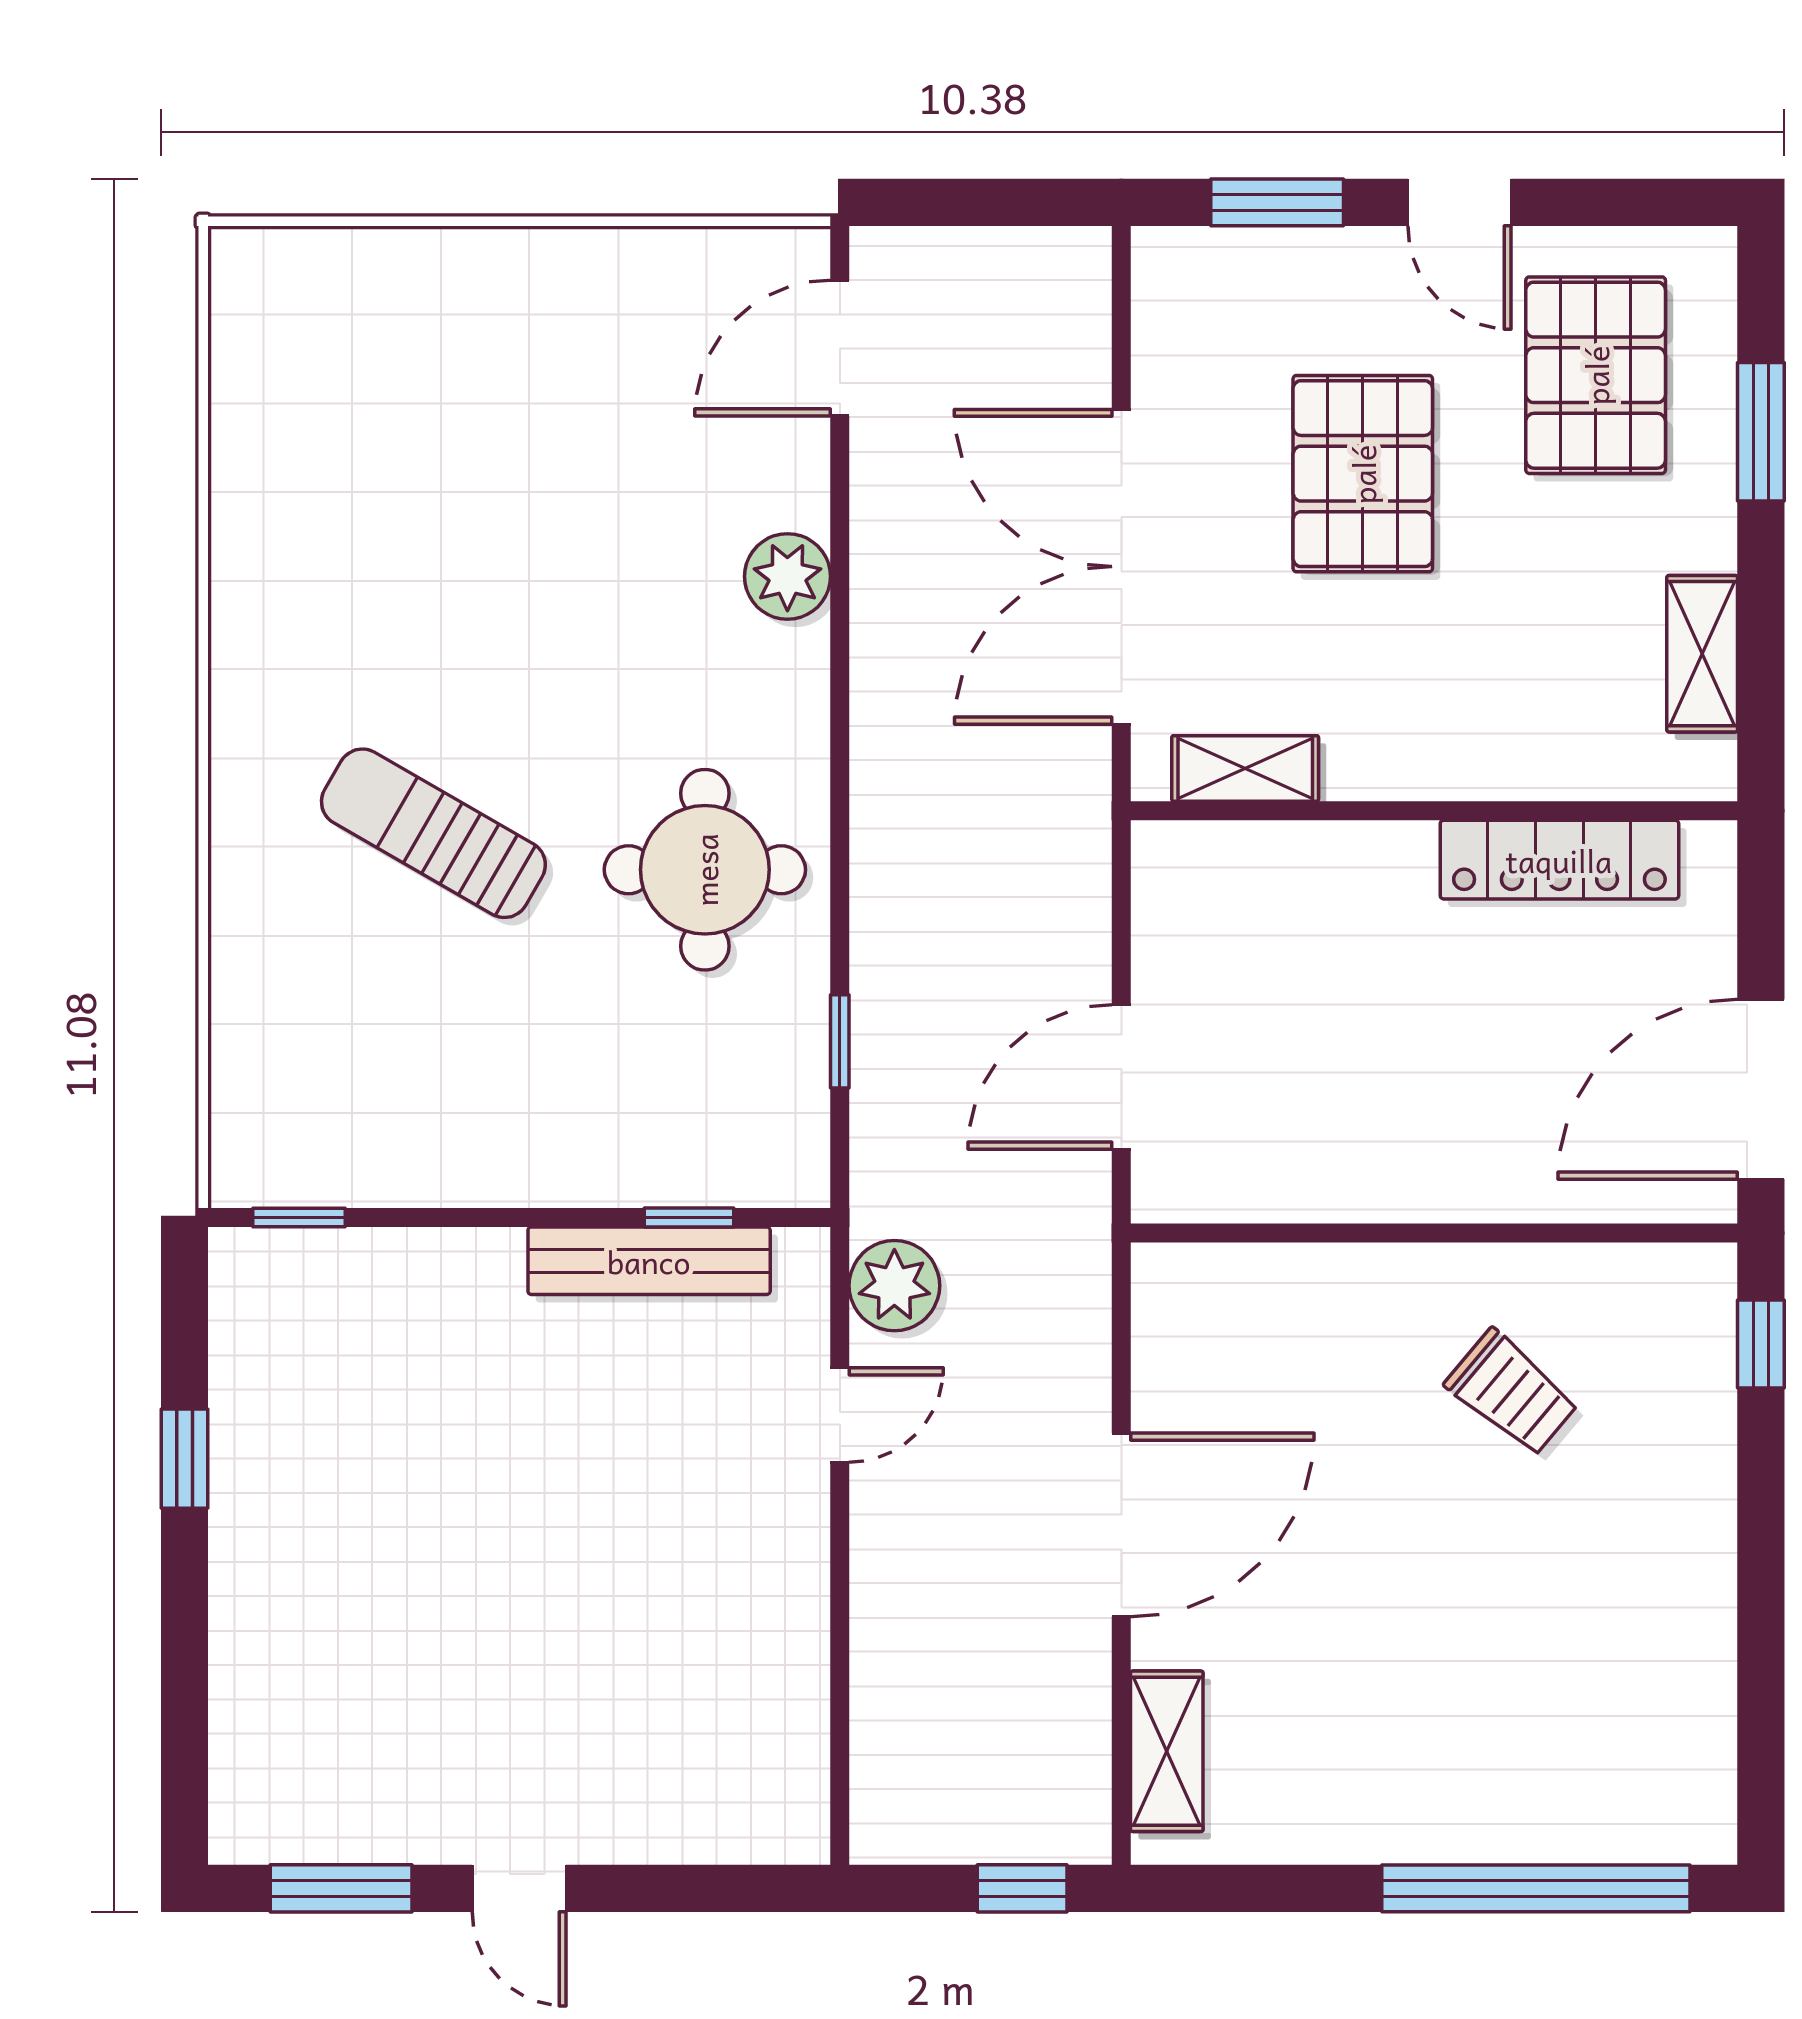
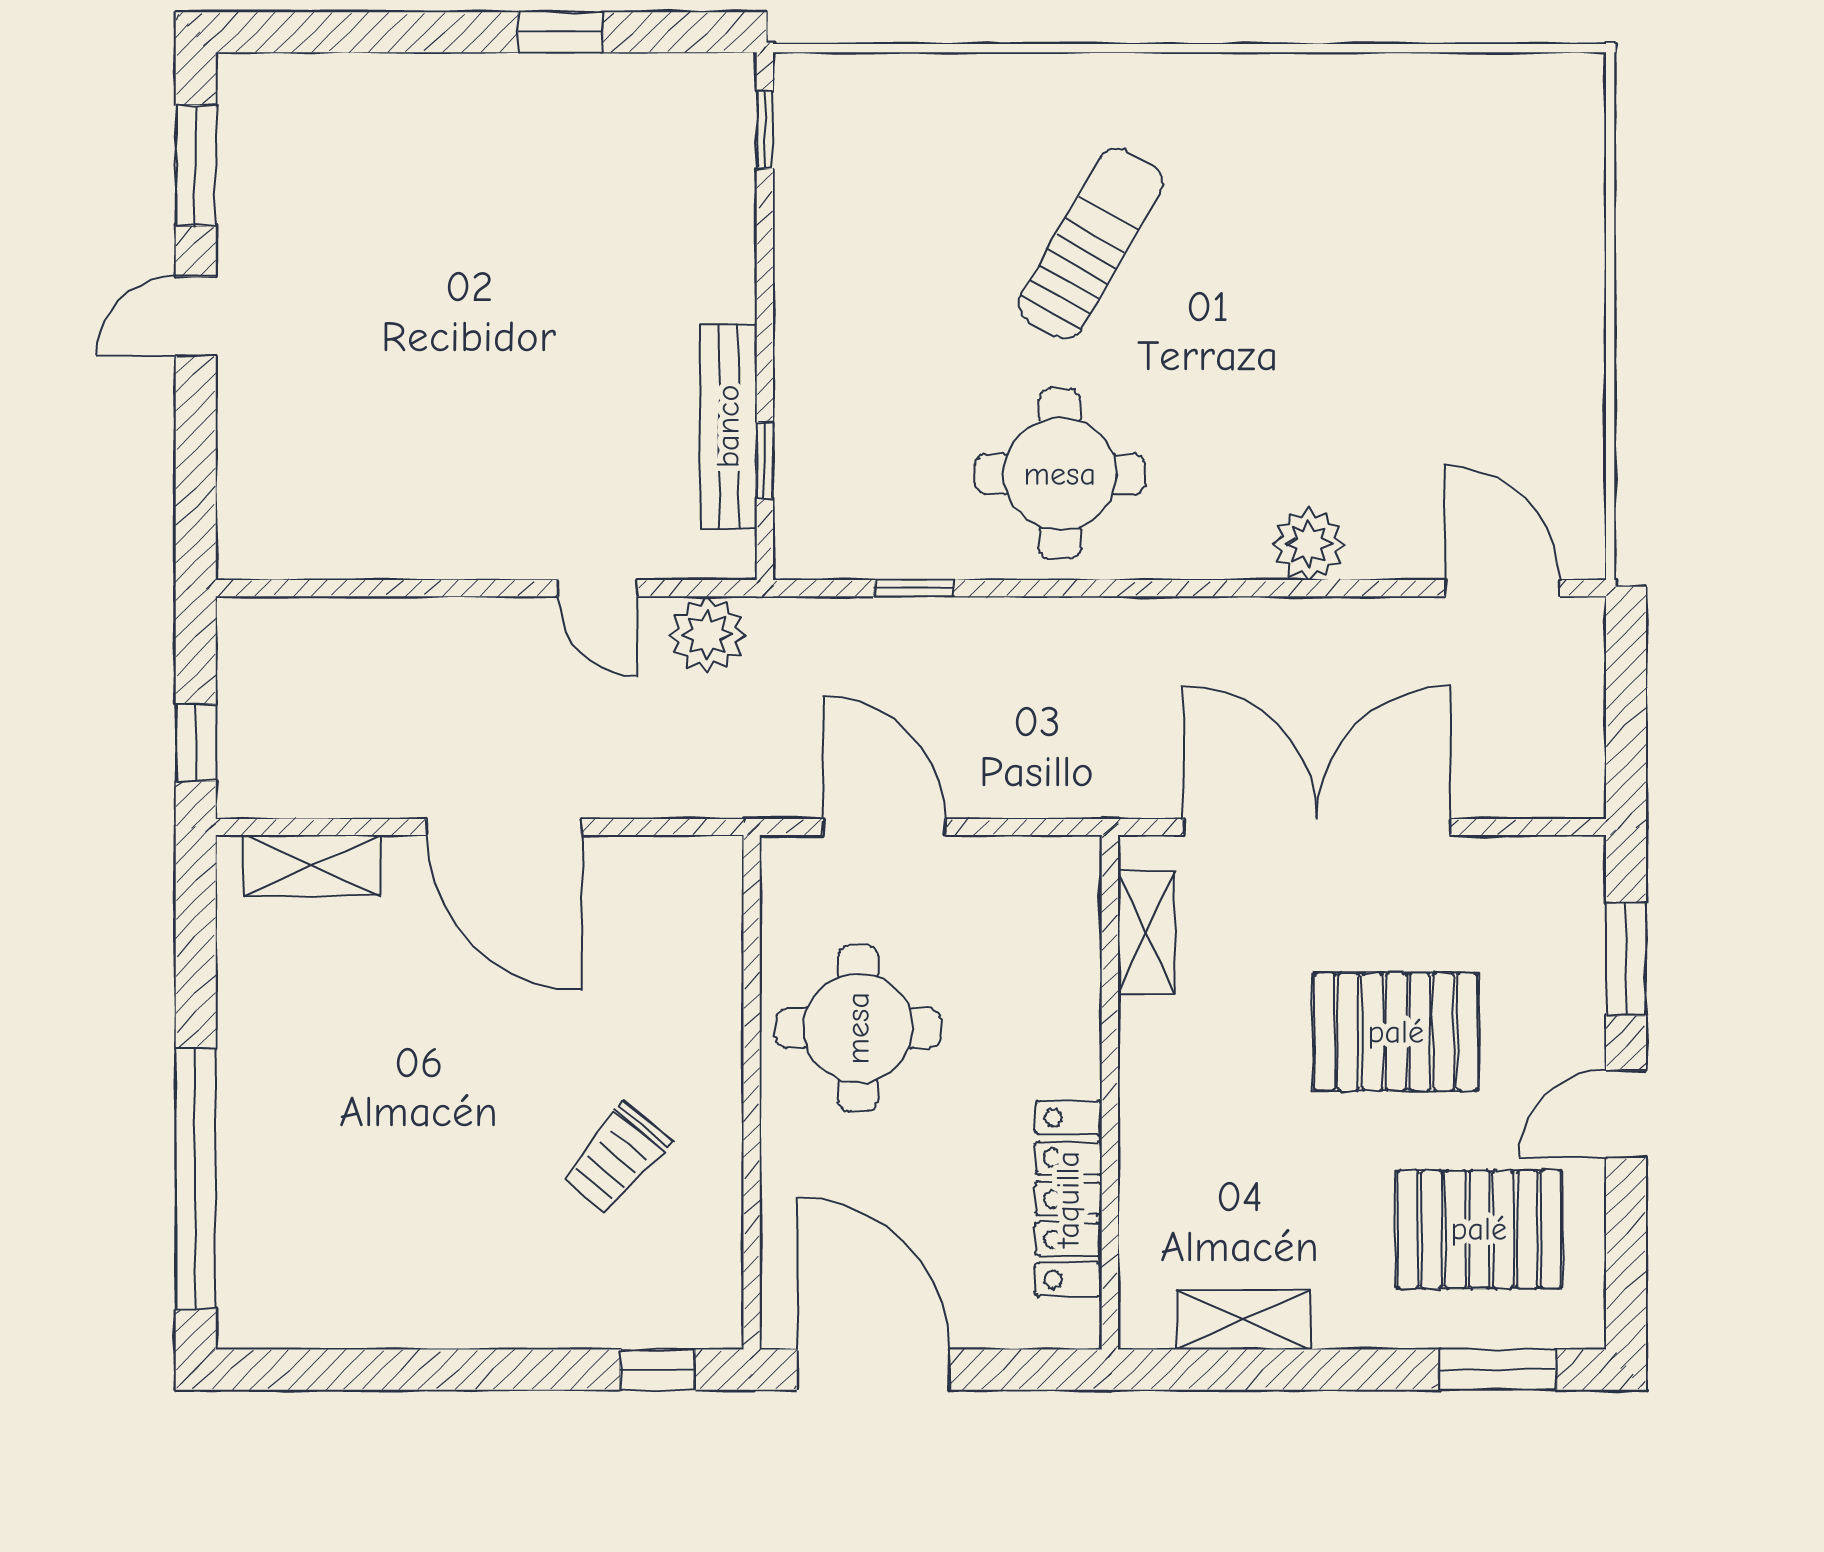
window: (1761, 432) -> (1498, 1370), moved
round table: (1358, 1108) -> (858, 1028), added

